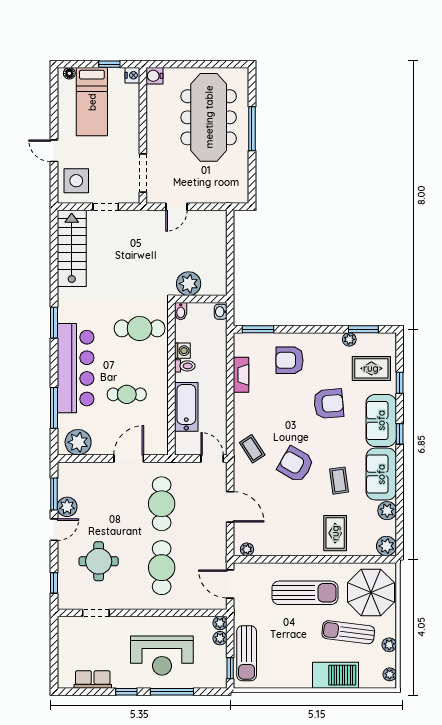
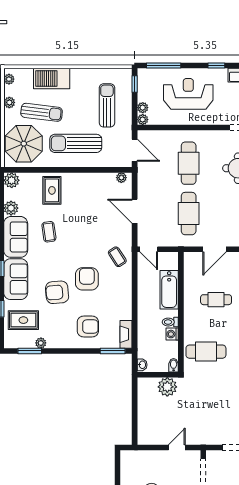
fireplace: (241, 375) -> (126, 334), moved
armchair: (296, 464) -> (87, 279), moved, turned -120
sun lounger: (247, 653) -> (107, 105), moved
window: (172, 692) -> (164, 65), moved

